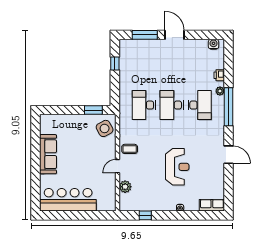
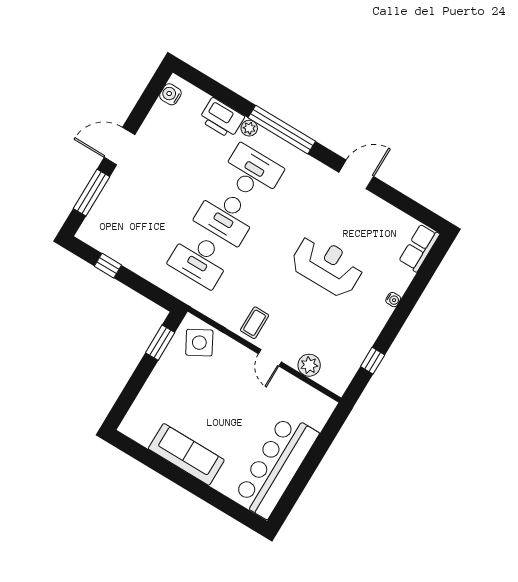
printer: (219, 75) -> (222, 118), width x1.87, depth x1.48

